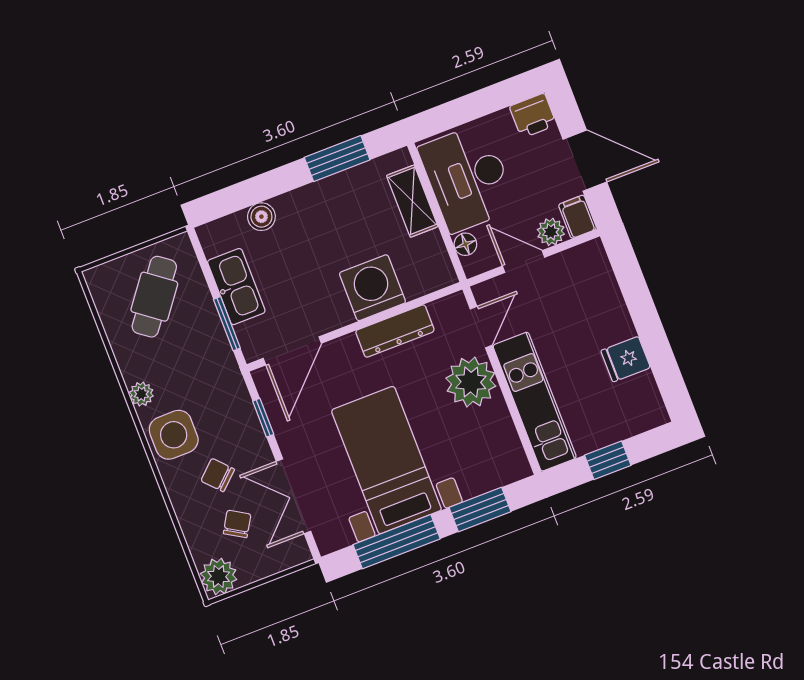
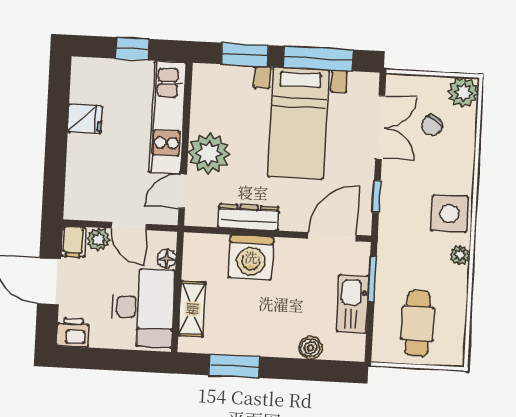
cafe table: (154, 297) -> (418, 324), turned -37
chair: (218, 475) -> (430, 169), removed

